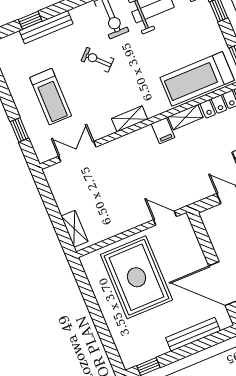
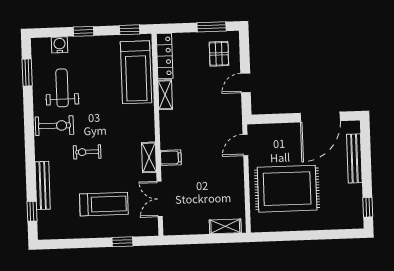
window: (30, 20) -> (32, 211), moved
exercise bike: (97, 60) -> (87, 152), turned 44
shelving: (130, 119) -> (149, 157), moved
filing cabinet: (163, 131) -> (171, 158), moved

